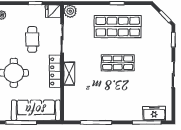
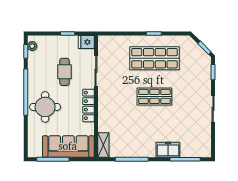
plant: (70, 11) -> (104, 42), removed
shelving: (69, 74) -> (103, 145), moved
freezer: (154, 113) -> (168, 150), moved

